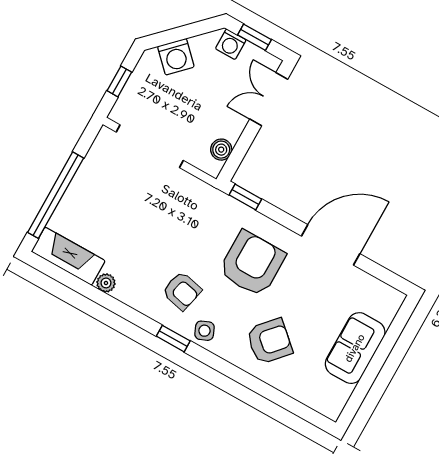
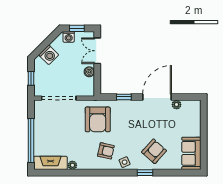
boiler: (221, 150) -> (89, 72), moved
window: (245, 197) -> (124, 97), moved
armchair: (252, 264) -> (98, 119), moved, turned 180
plant: (358, 279) -> (177, 105), added
window: (173, 339) -> (145, 173), moved
sofa: (355, 348) -> (191, 153), moved

